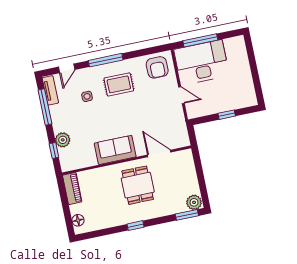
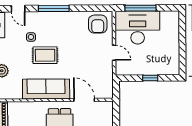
door: (67, 68) -> (18, 9), hinge flipped
rug: (119, 84) -> (45, 55), moved
sofa: (115, 150) -> (46, 89), width x1.36

